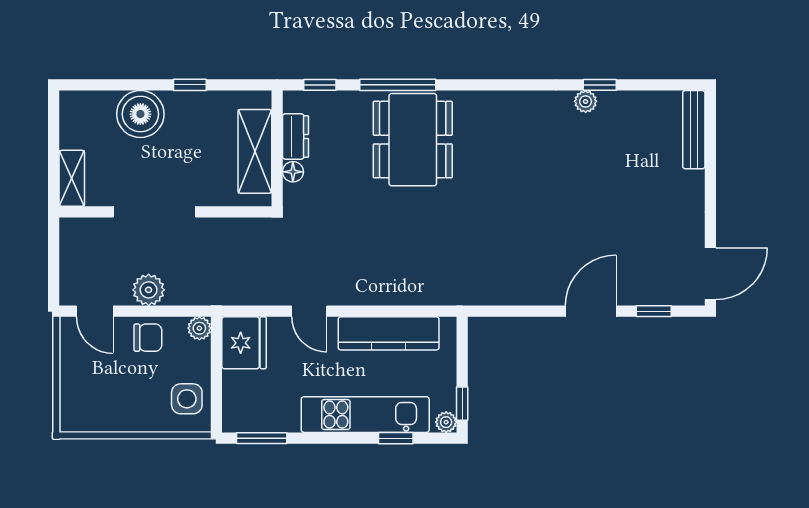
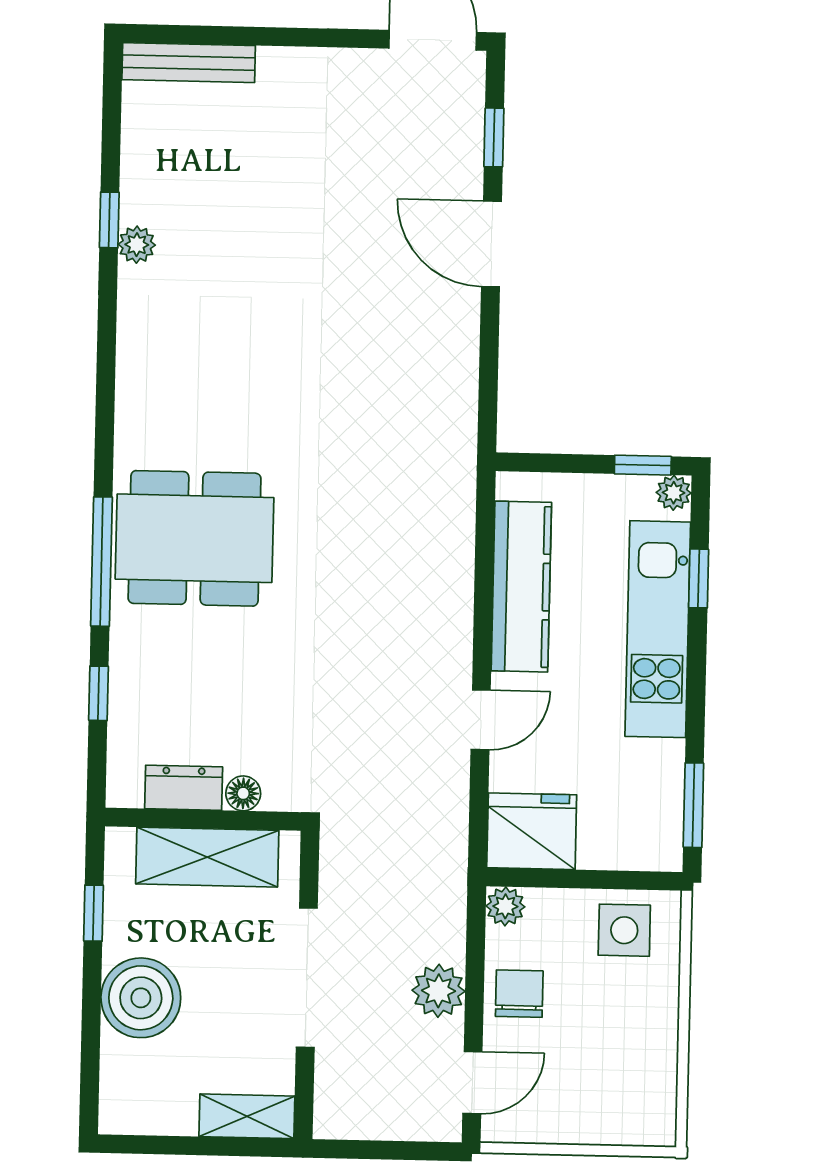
dresser: (296, 136) -> (184, 788), moved
wall: (277, 148) -> (203, 819), moved
shelving: (255, 151) -> (207, 857), moved
floor lamp: (293, 172) -> (243, 793), moved

